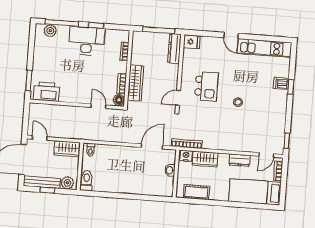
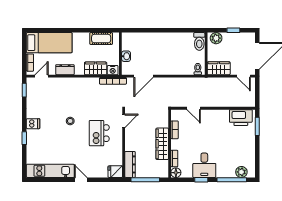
desk: (87, 41) -> (204, 165), width x0.73
wardrobe: (136, 83) -> (162, 144), moved
dishwasher: (281, 84) -> (33, 124), moved
floor lamp: (119, 100) -> (176, 173), moved
bench: (42, 182) -> (239, 37), removed

